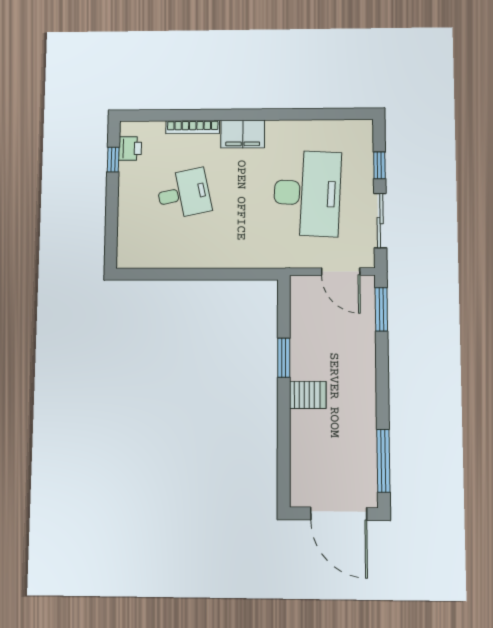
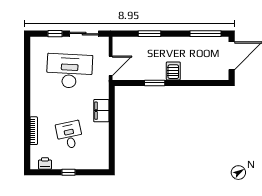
filing cabinet: (243, 134) -> (101, 111), moved, turned 180
window: (113, 159) -> (68, 172), moved
door: (341, 272) -> (111, 66), moved
window: (381, 309) -> (149, 34), moved

